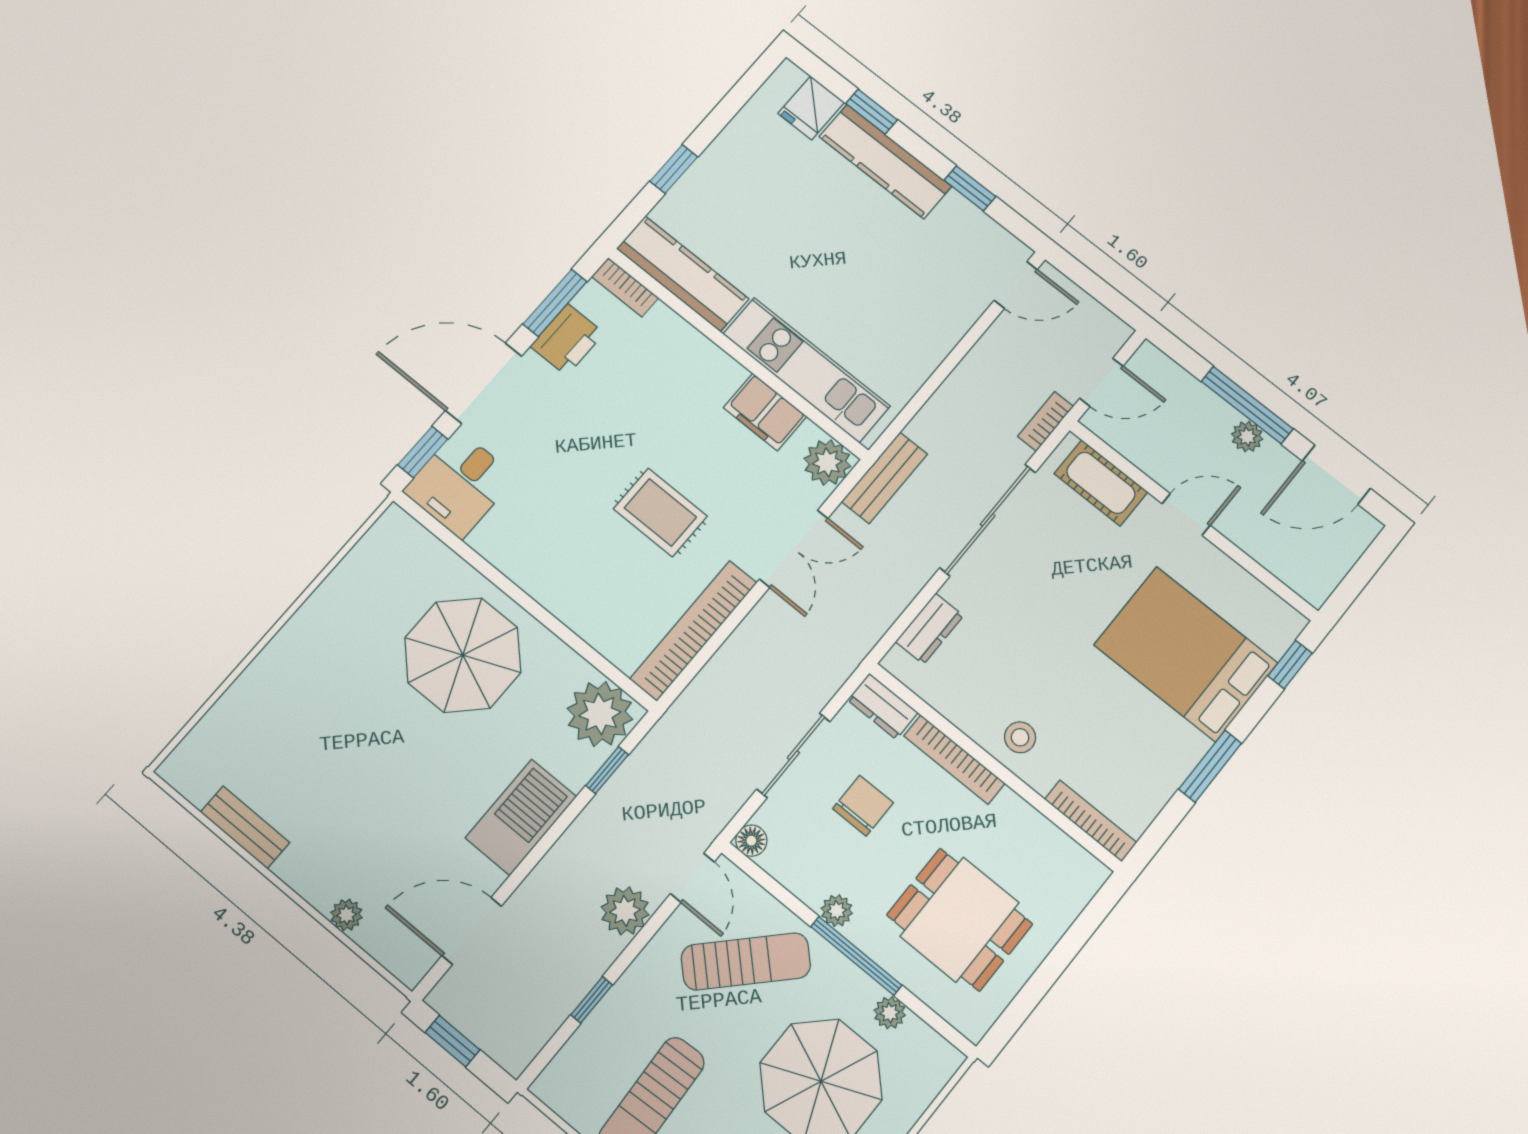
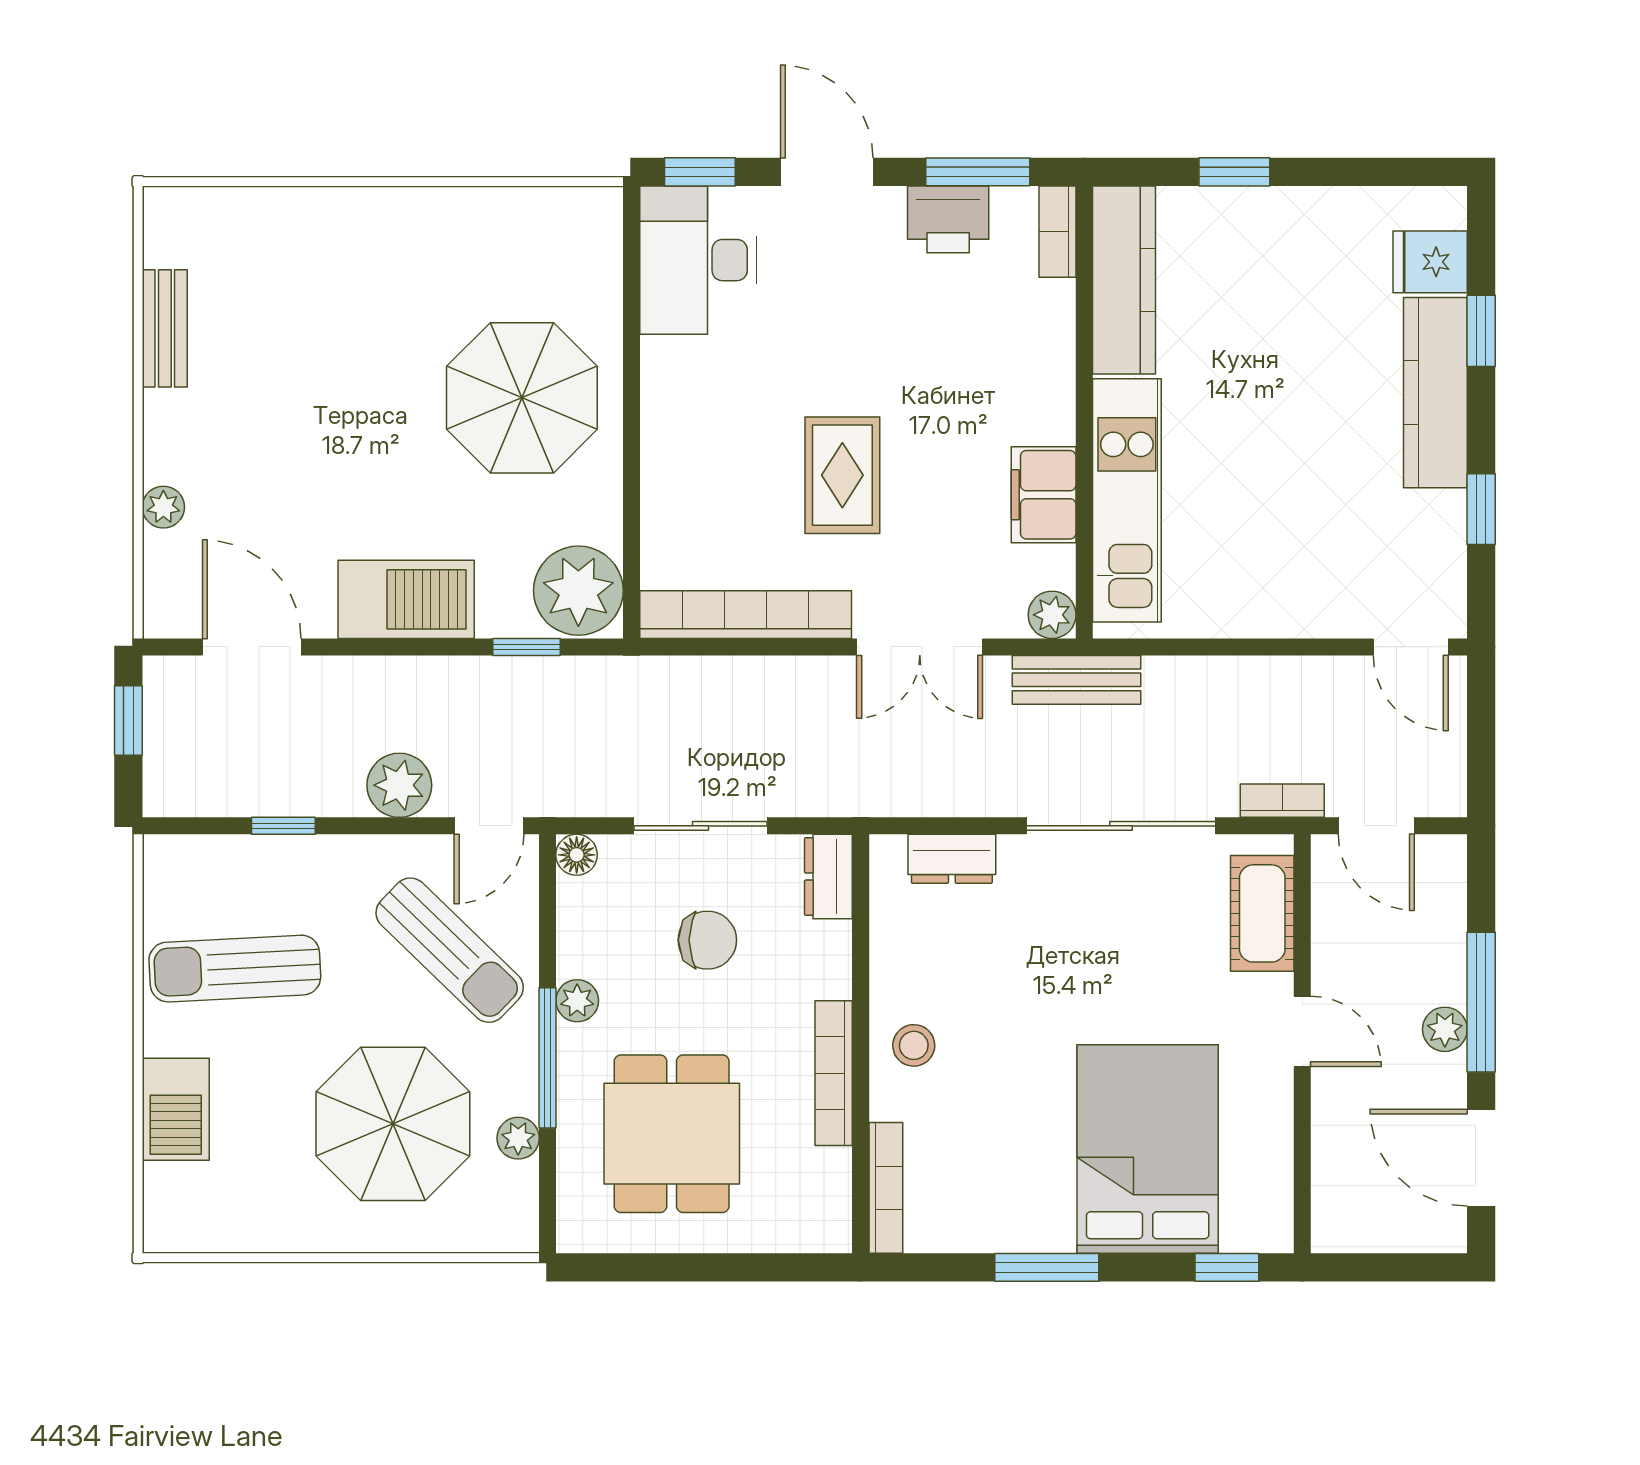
door: (484, 383) -> (827, 172), width x0.73
plant: (827, 462) -> (1052, 615), width x0.73, depth x0.73
desk: (460, 484) -> (698, 260), width x1.37
bookcase: (954, 760) -> (834, 1073), moved

